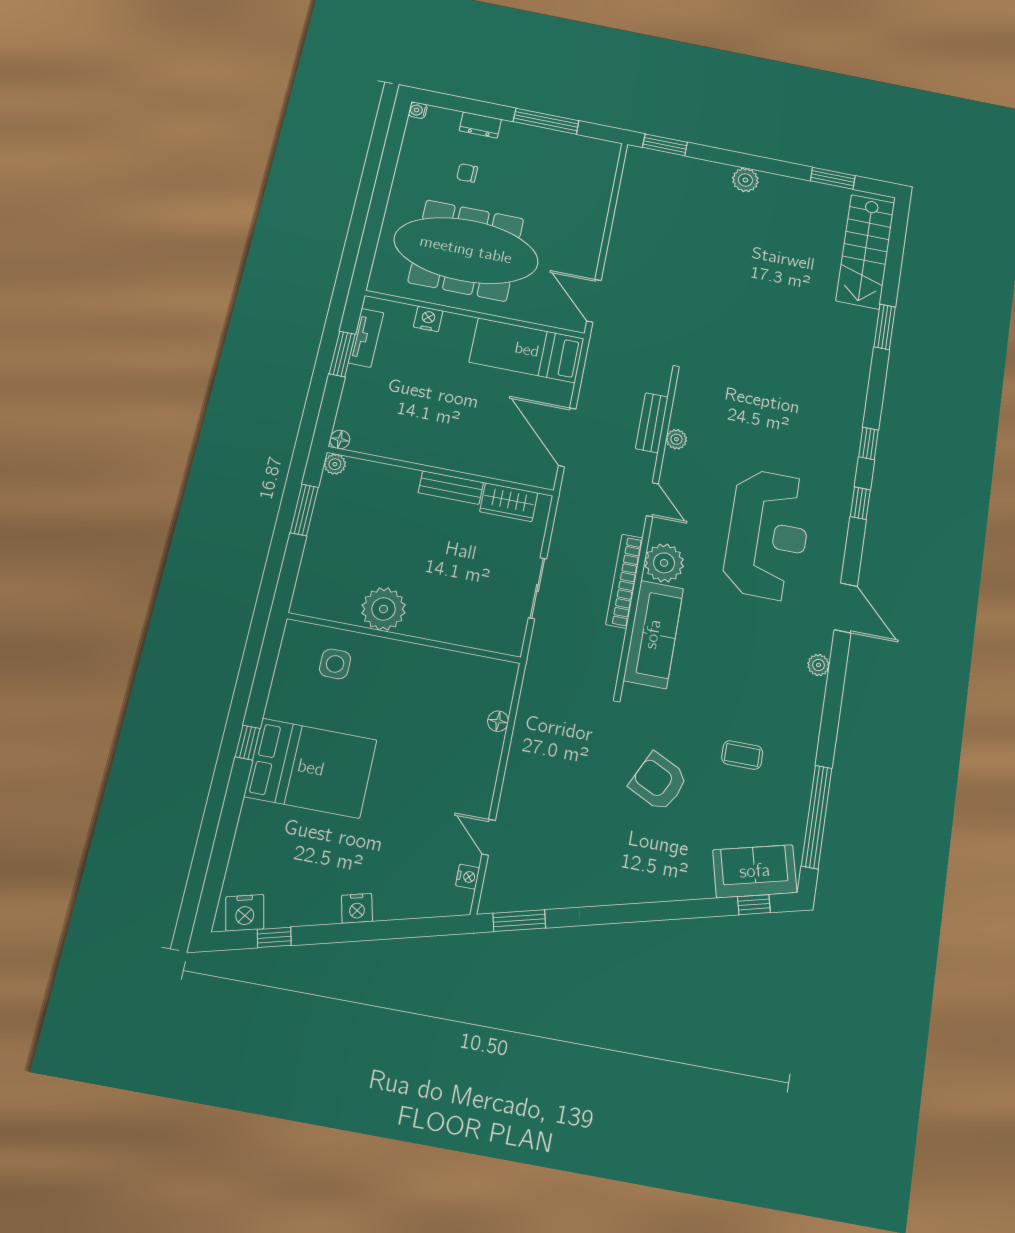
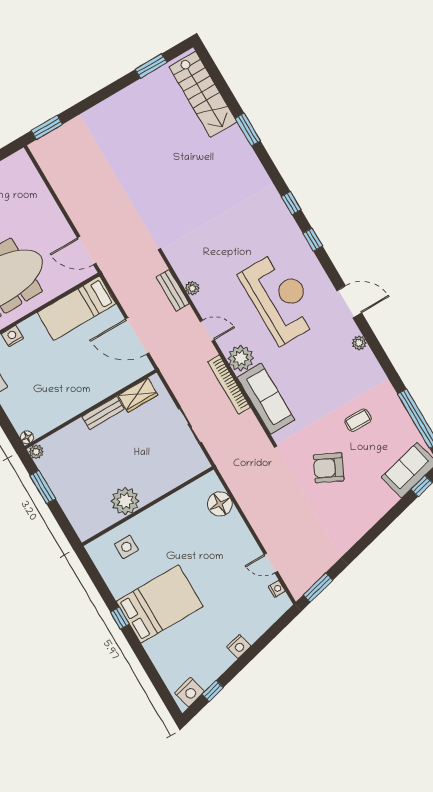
plant: (745, 180) -> (106, 110), removed
floor lamp: (498, 721) -> (220, 504), width x1.89, depth x1.89

